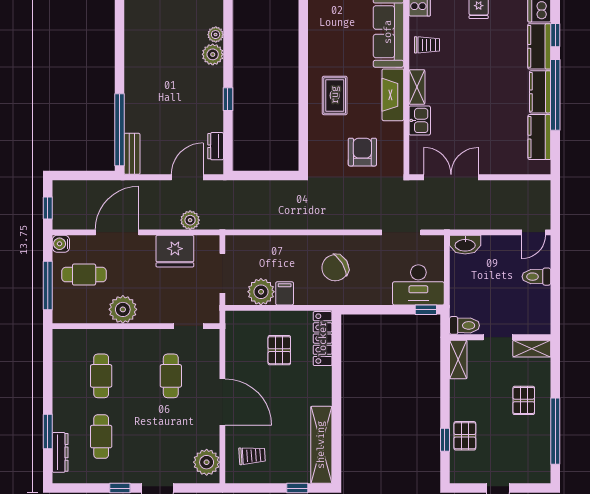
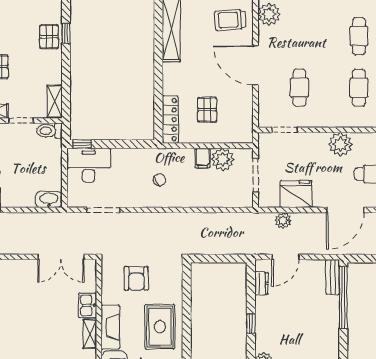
rug: (335, 95) -> (160, 327), width x1.36, depth x1.43
chair: (335, 268) -> (159, 180), width x0.54, depth x0.54
trolley: (252, 456) -> (230, 20), width x1.36, depth x1.39

